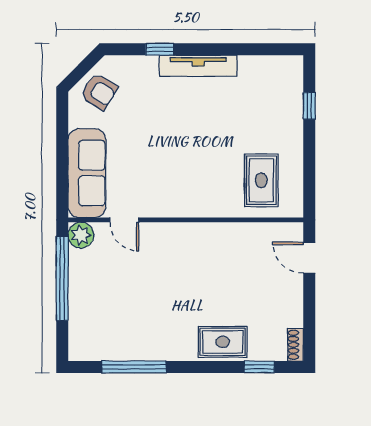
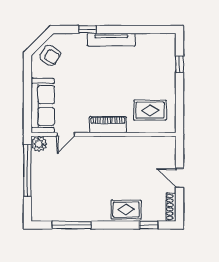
rug: (261, 180) -> (150, 110), turned 90
piano: (193, 204) -> (108, 125), added
door: (124, 220) -> (66, 134), hinge flipped
door: (309, 258) -> (180, 178), moved
shoe rack: (295, 345) -> (171, 207), width x1.43

